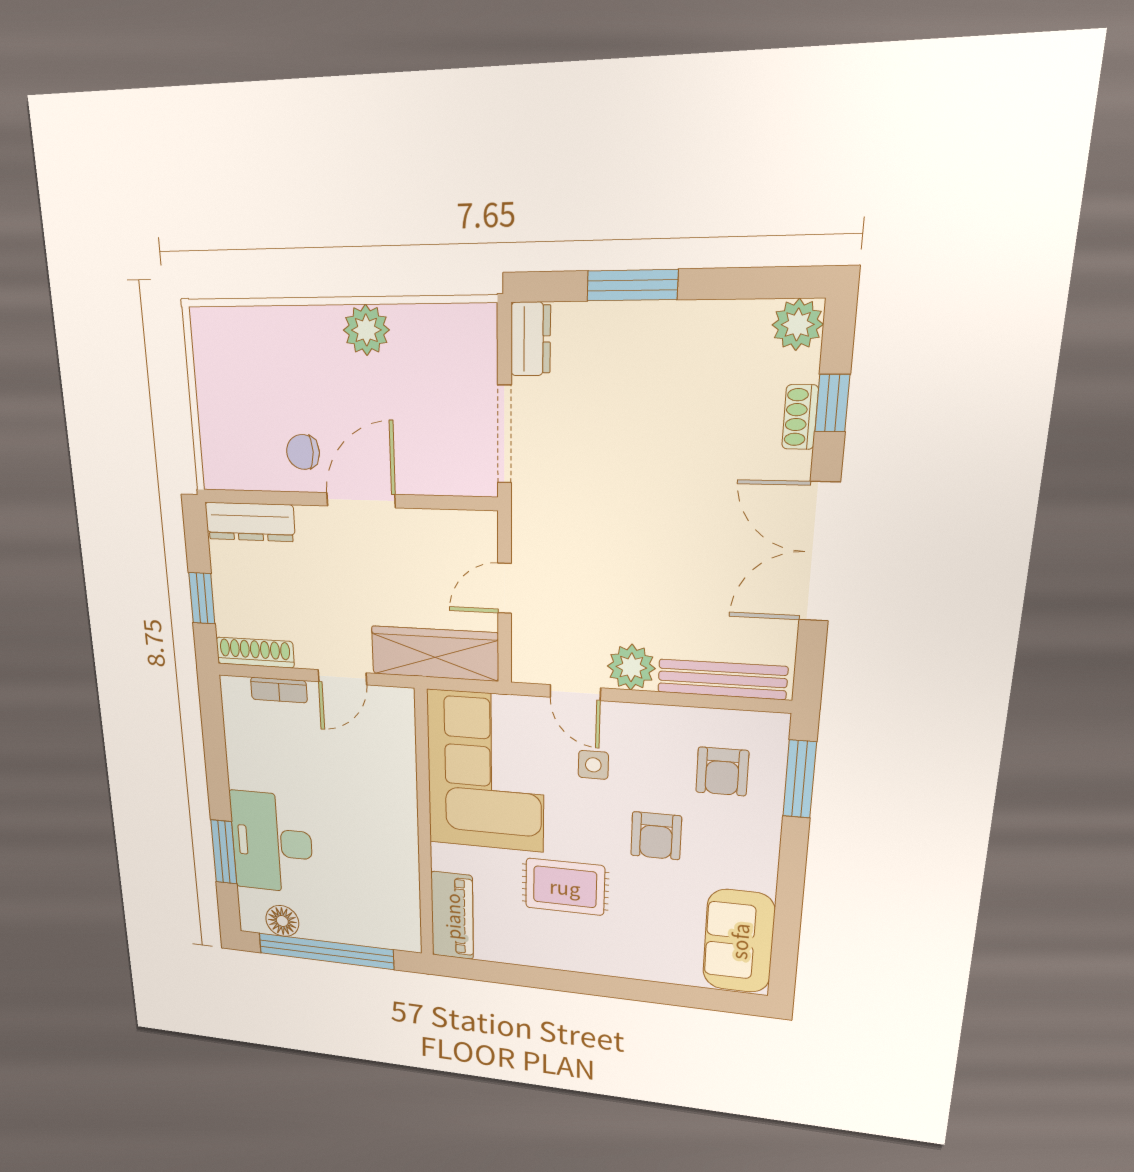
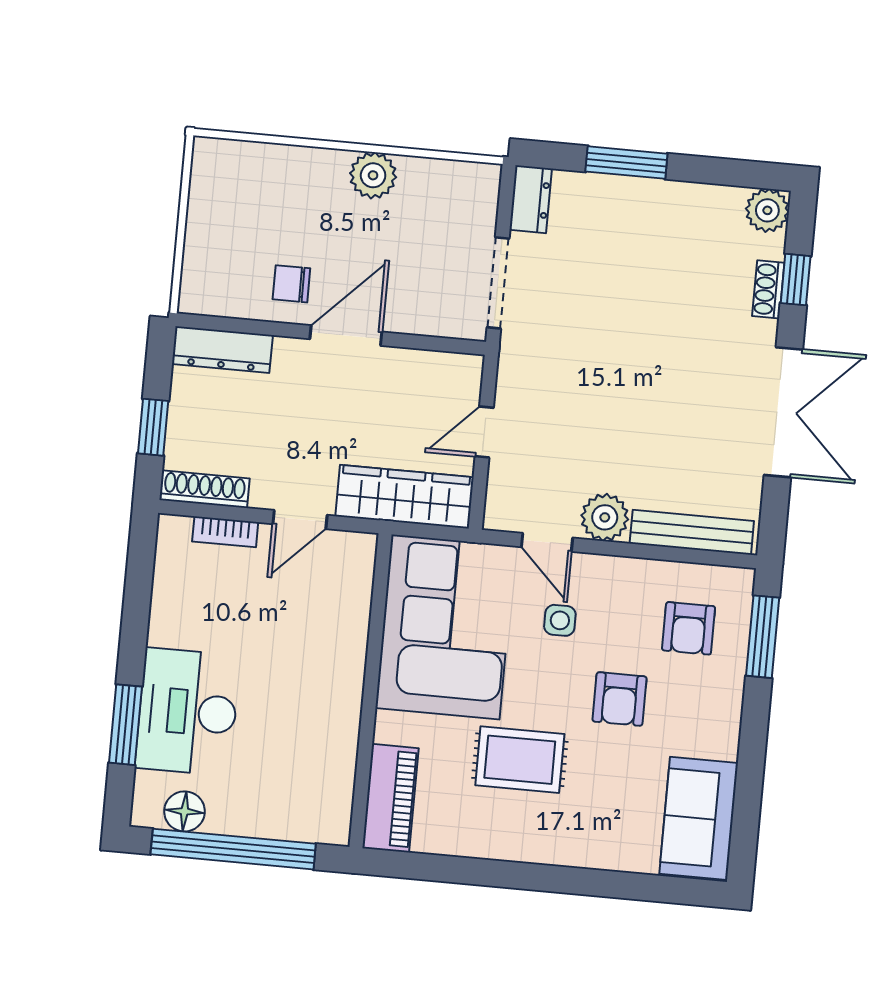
double door: (819, 552) -> (783, 412), swing flipped

